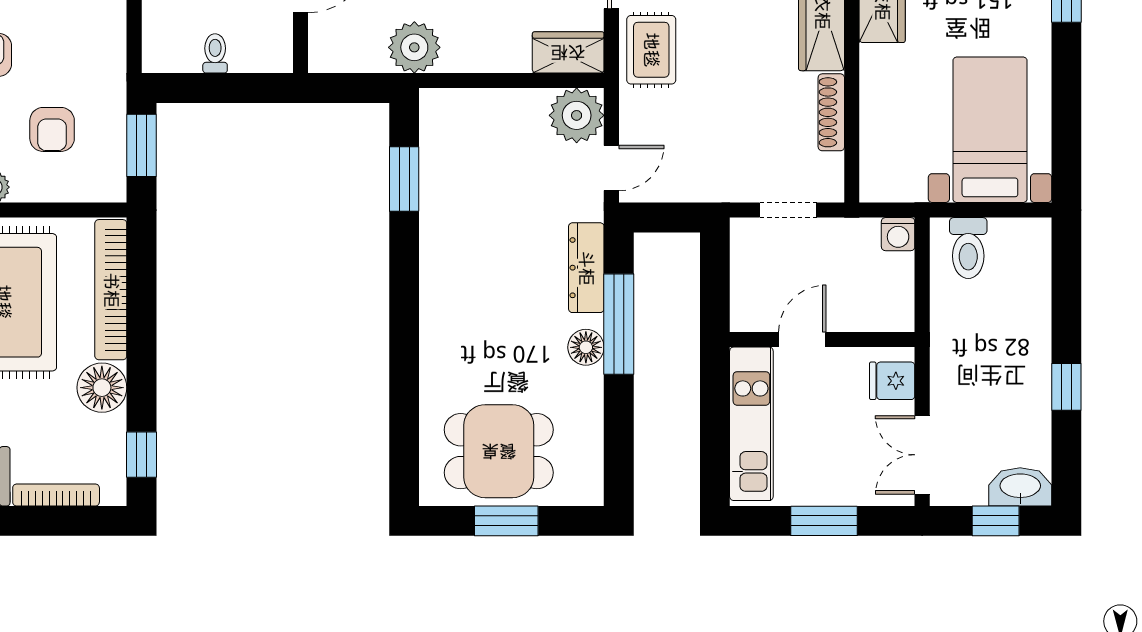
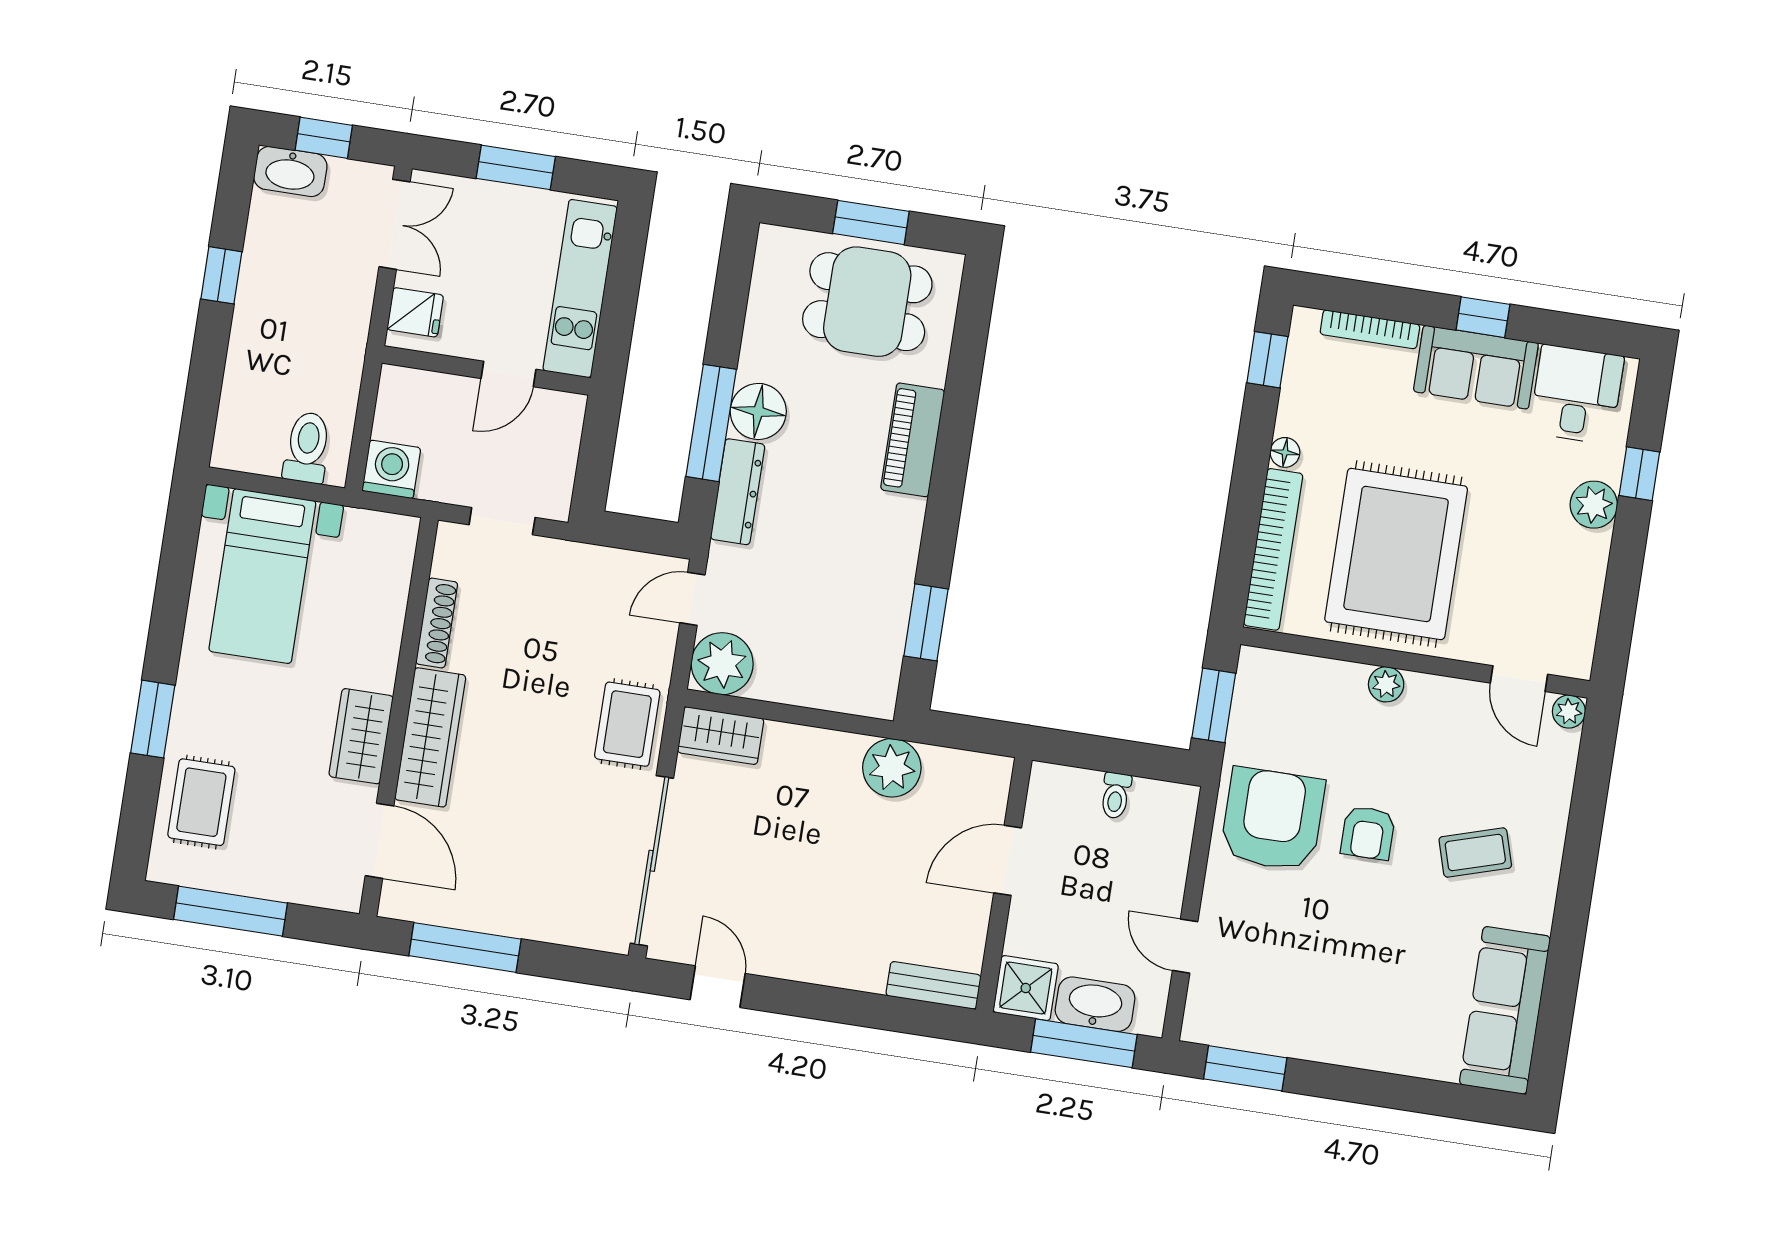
armchair: (52, 129) -> (1273, 819), moved, width x1.88, depth x1.88
washing machine: (898, 234) -> (391, 469), width x1.38, depth x1.38
piano: (440, 337) -> (913, 440), added
floor lamp: (586, 347) -> (758, 411), width x1.38, depth x1.38
floor lamp: (102, 388) -> (1285, 452), width x0.53, depth x0.53

